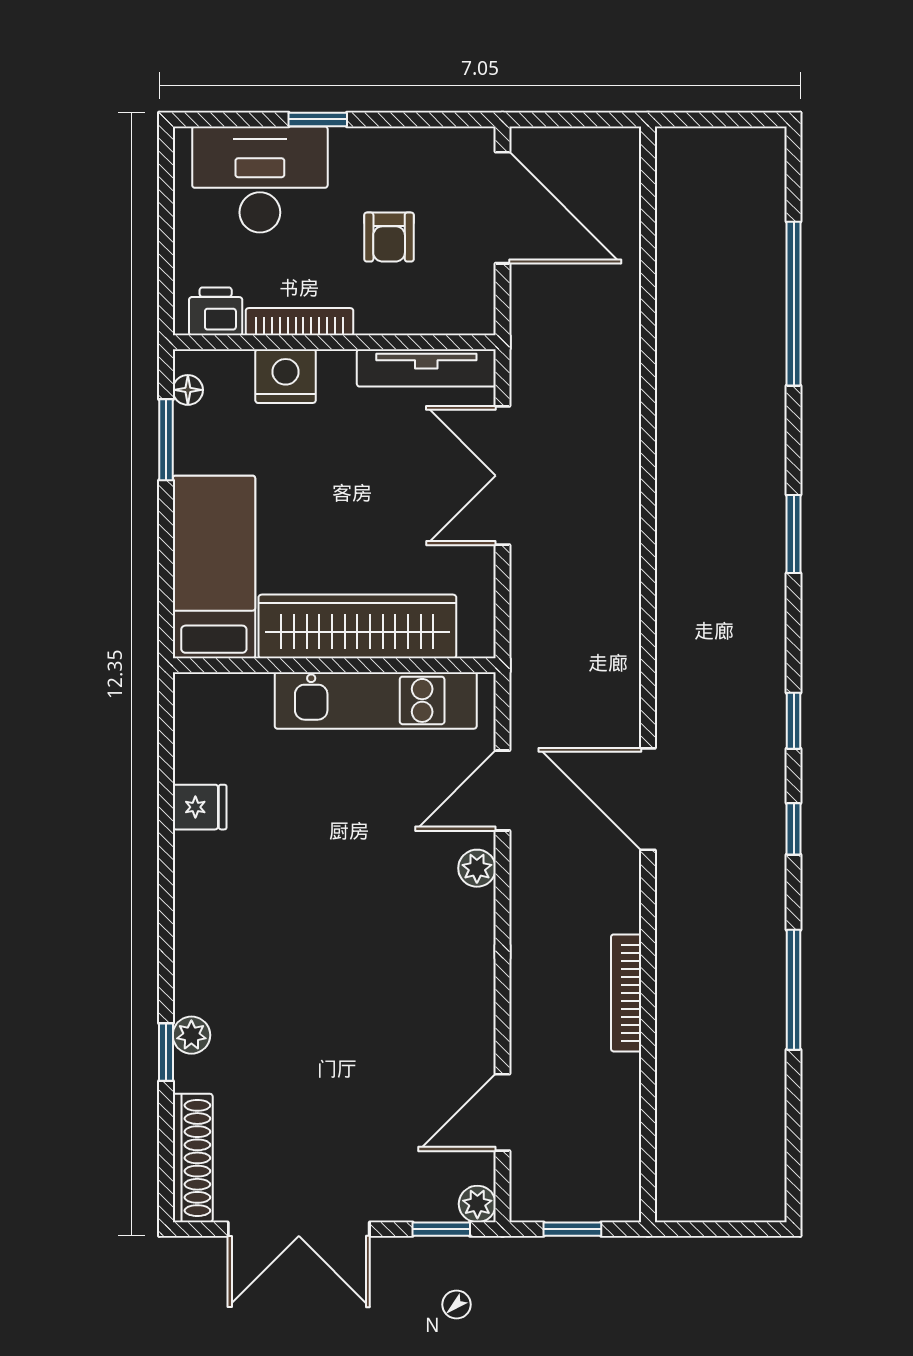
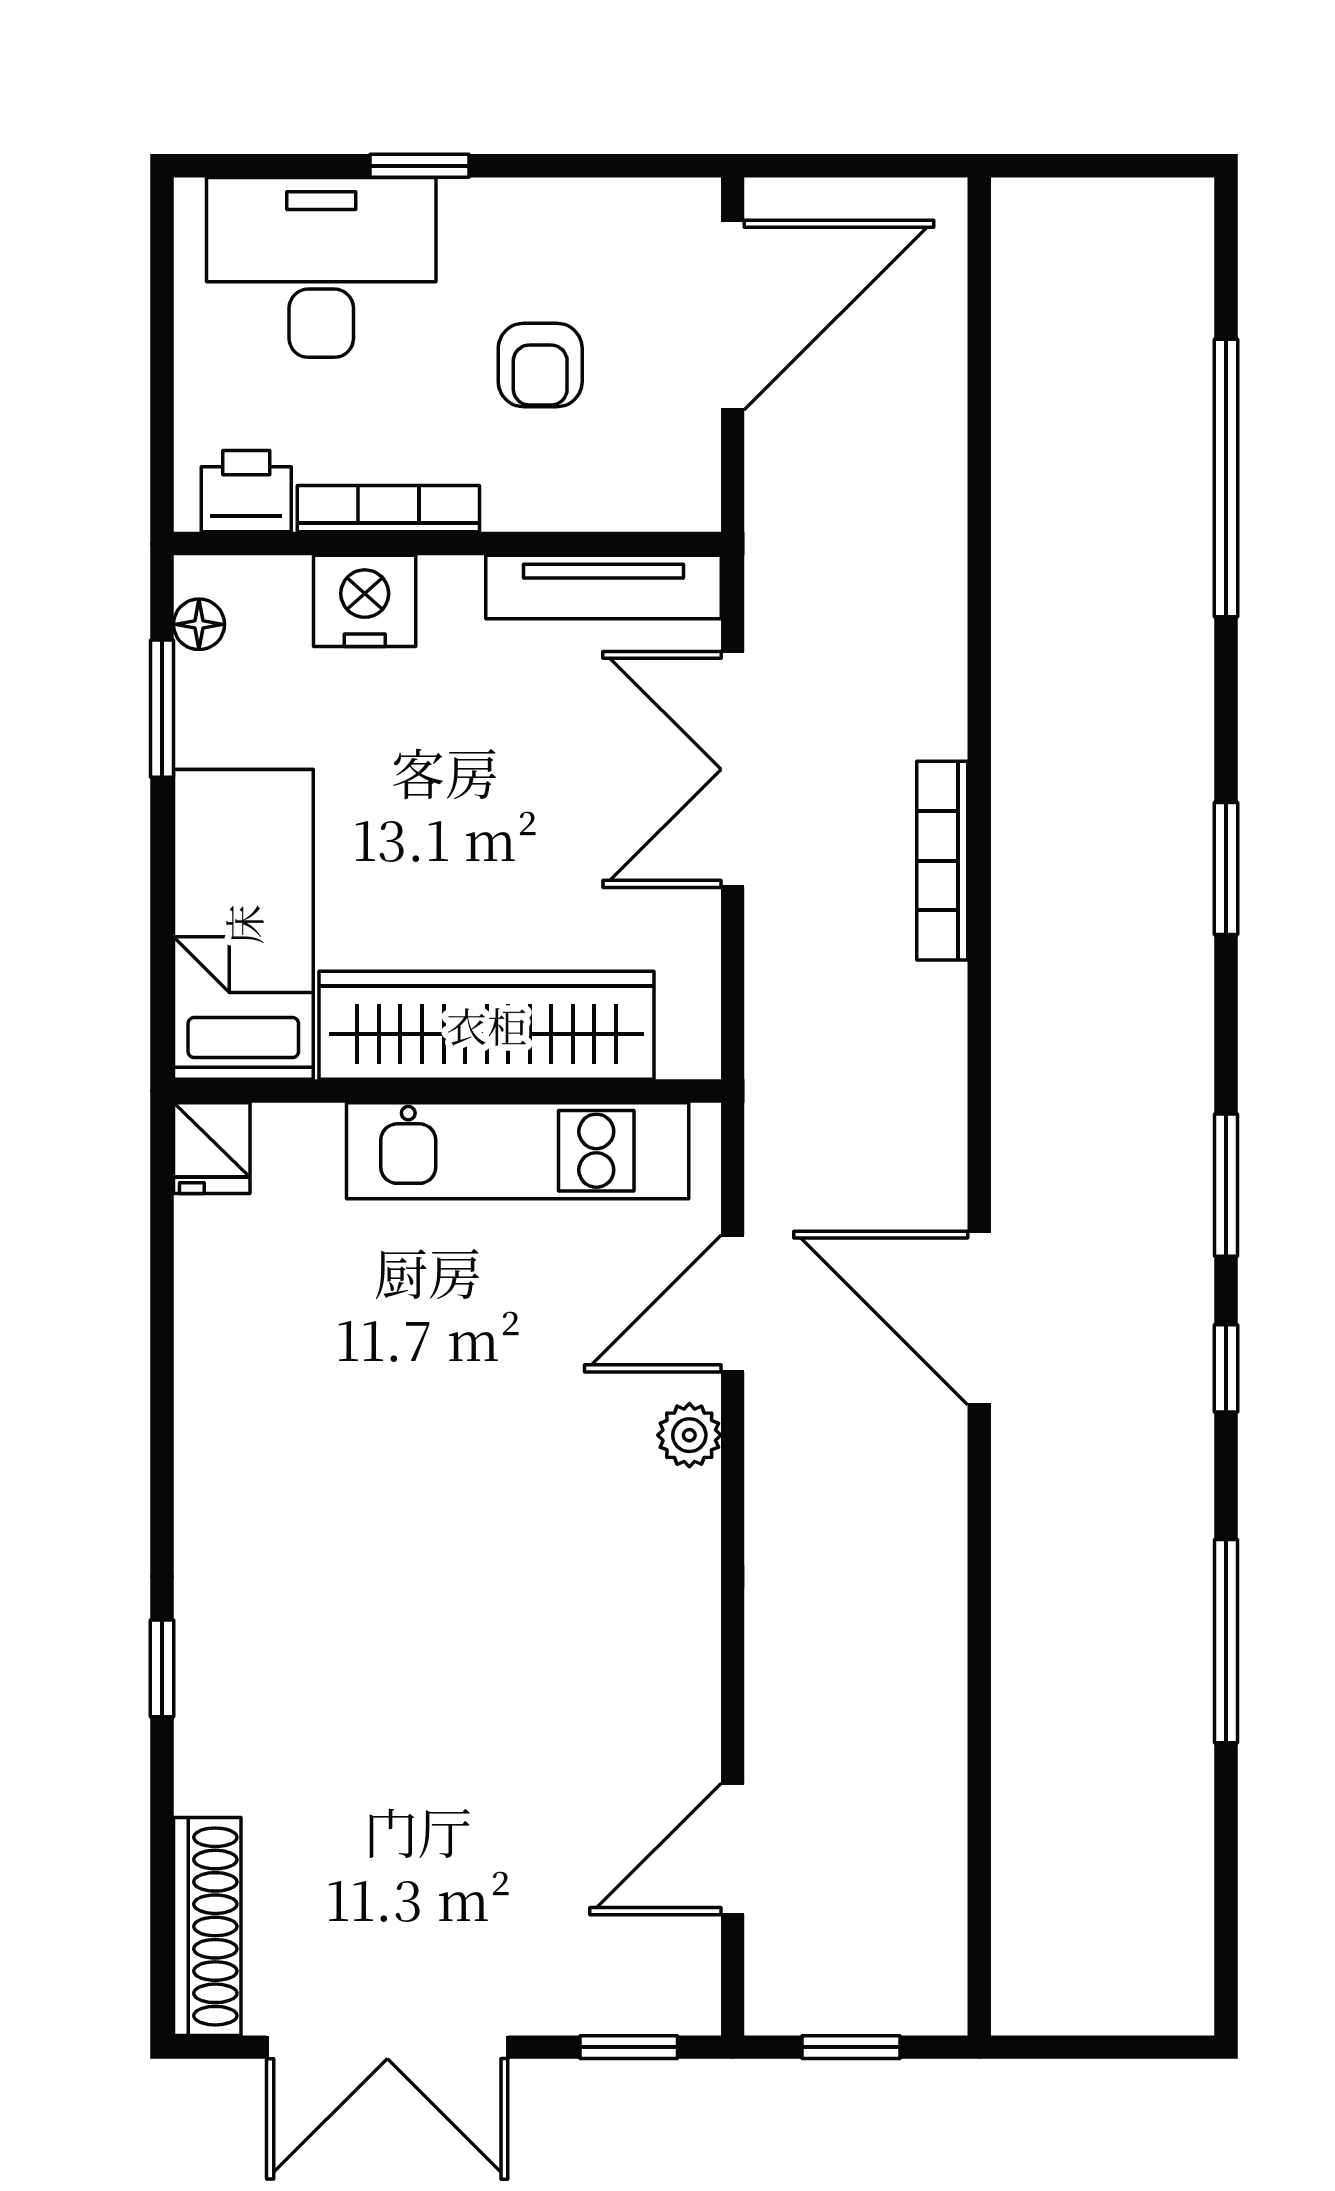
door: (502, 208) -> (733, 315), hinge flipped
window: (794, 721) -> (1226, 1185), width x1.50
fridge: (200, 807) -> (212, 1148), moved, turned 90
bookcase: (626, 993) -> (942, 861), moved
plant: (191, 1035) -> (205, 1718), removed
window: (166, 1052) -> (162, 1668), moved
plant: (477, 1204) -> (690, 2004), removed

